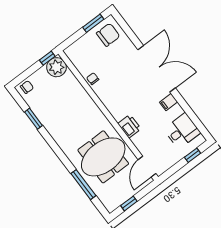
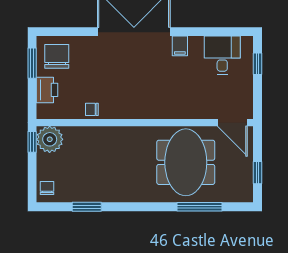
printer: (129, 126) -> (47, 90), moved, turned 90

